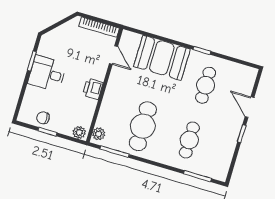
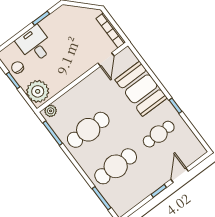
desk: (47, 74) -> (35, 44), moved
printer: (93, 89) -> (71, 74), removed
plant: (79, 132) -> (38, 91), width x1.88, depth x1.88
cafe table: (189, 140) -> (116, 166), width x1.37, depth x1.35

